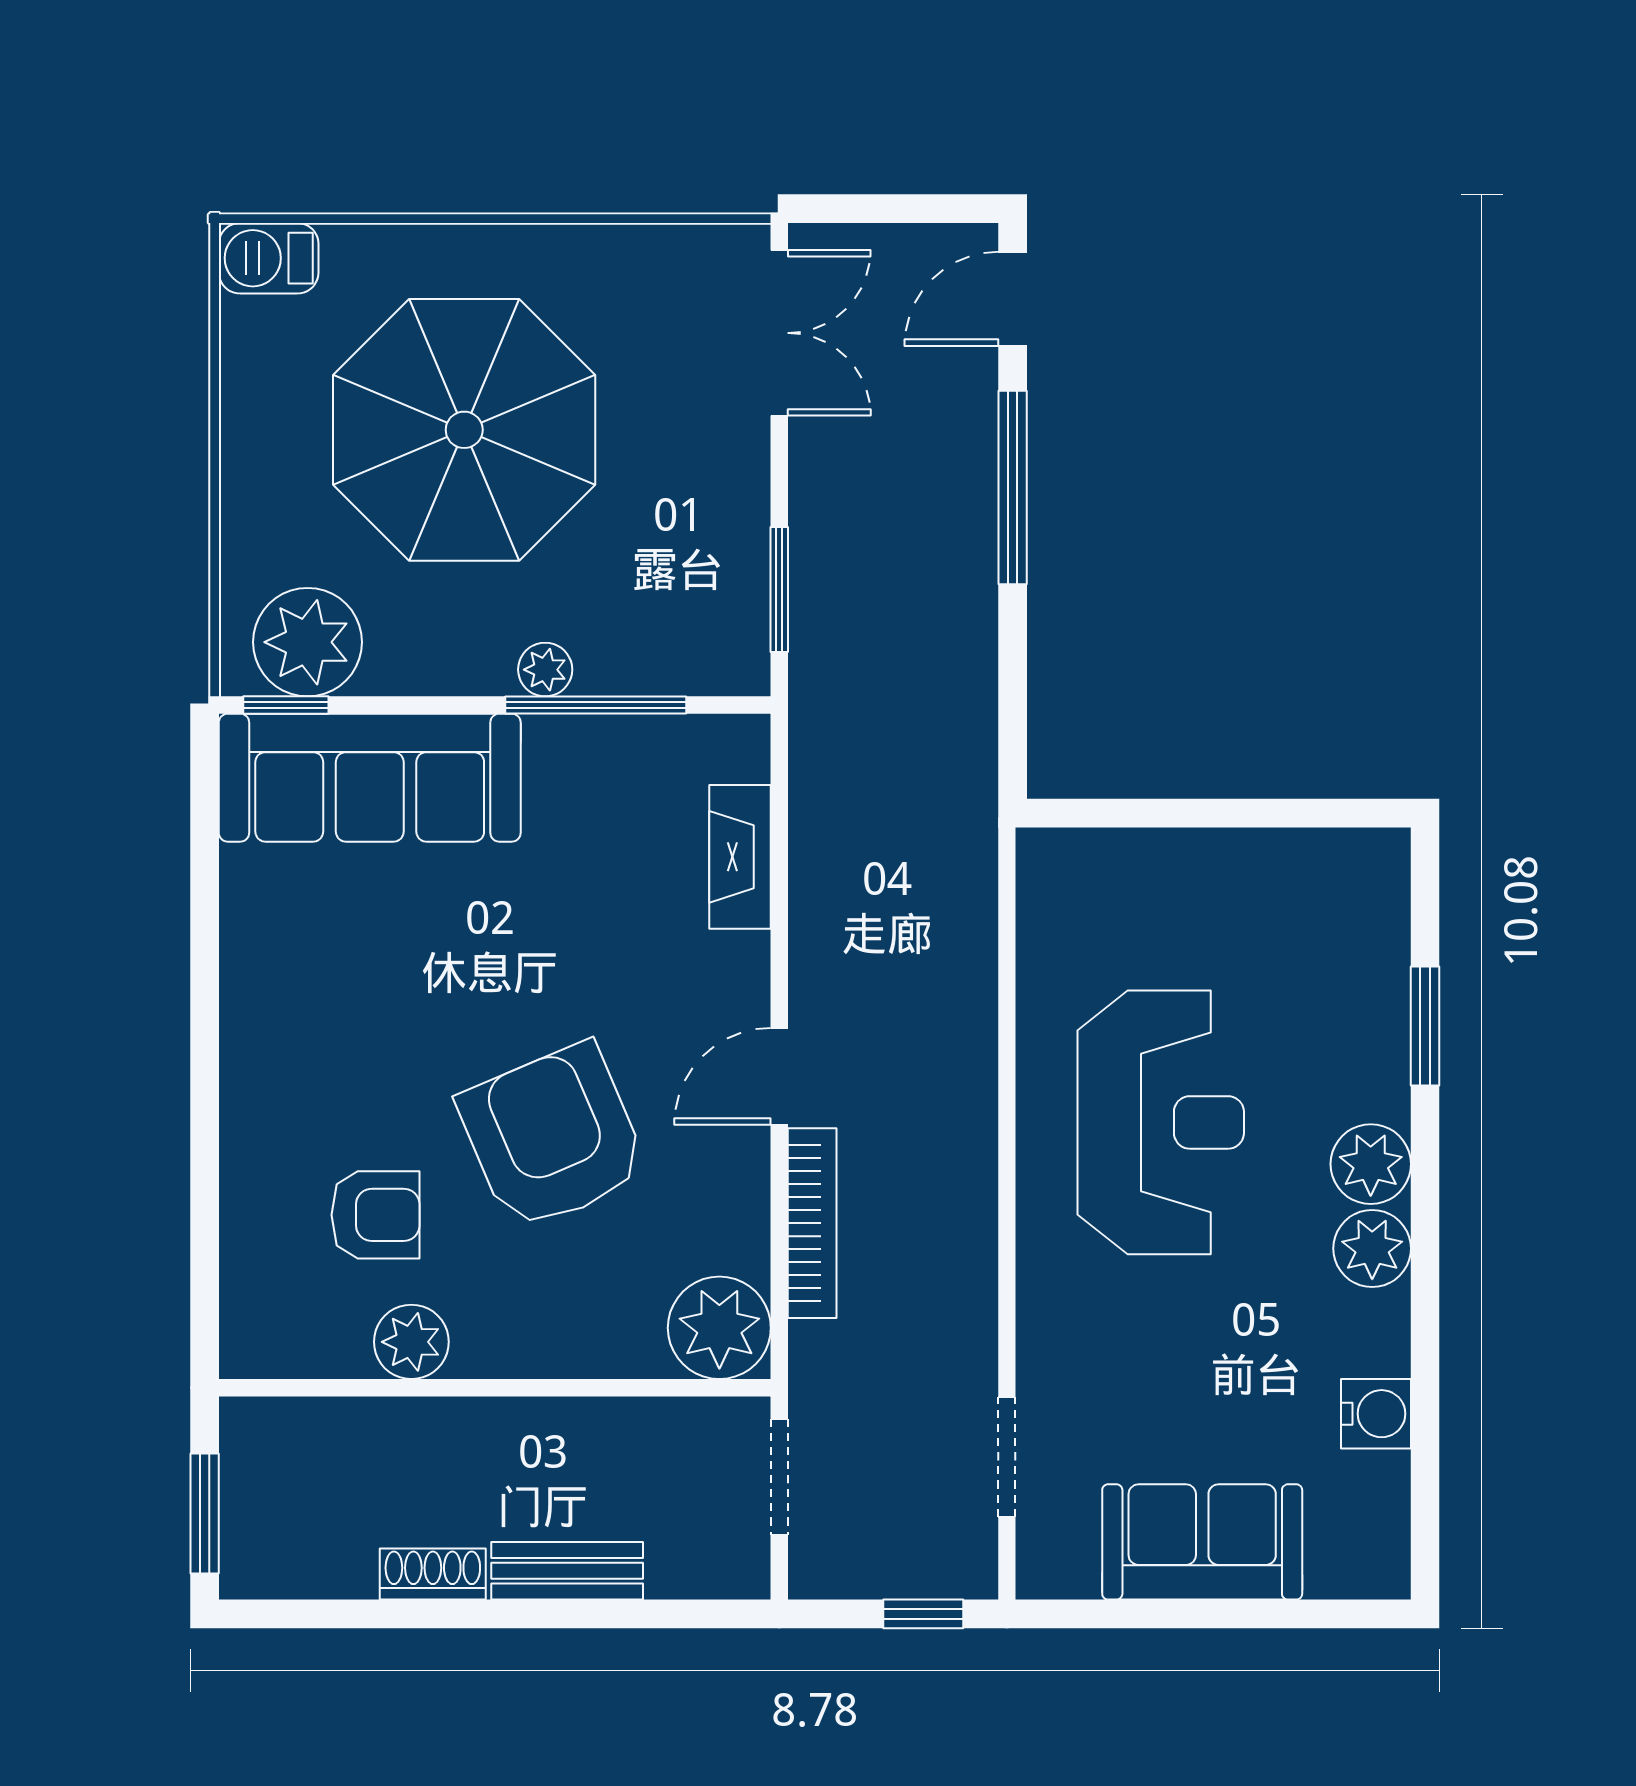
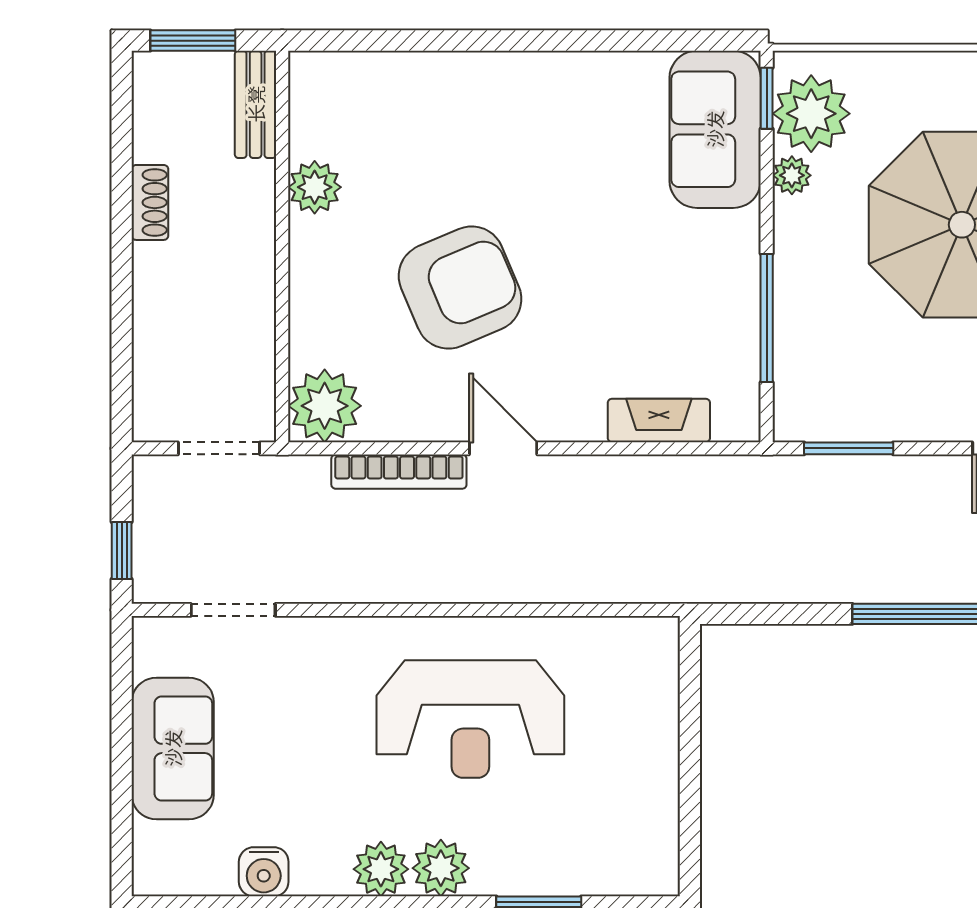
plant: (545, 670) -> (792, 175), moved
sofa: (370, 778) -> (715, 129), width x0.73
armchair: (375, 1215) -> (405, 162), removed
bench: (567, 1571) -> (256, 104), moved

